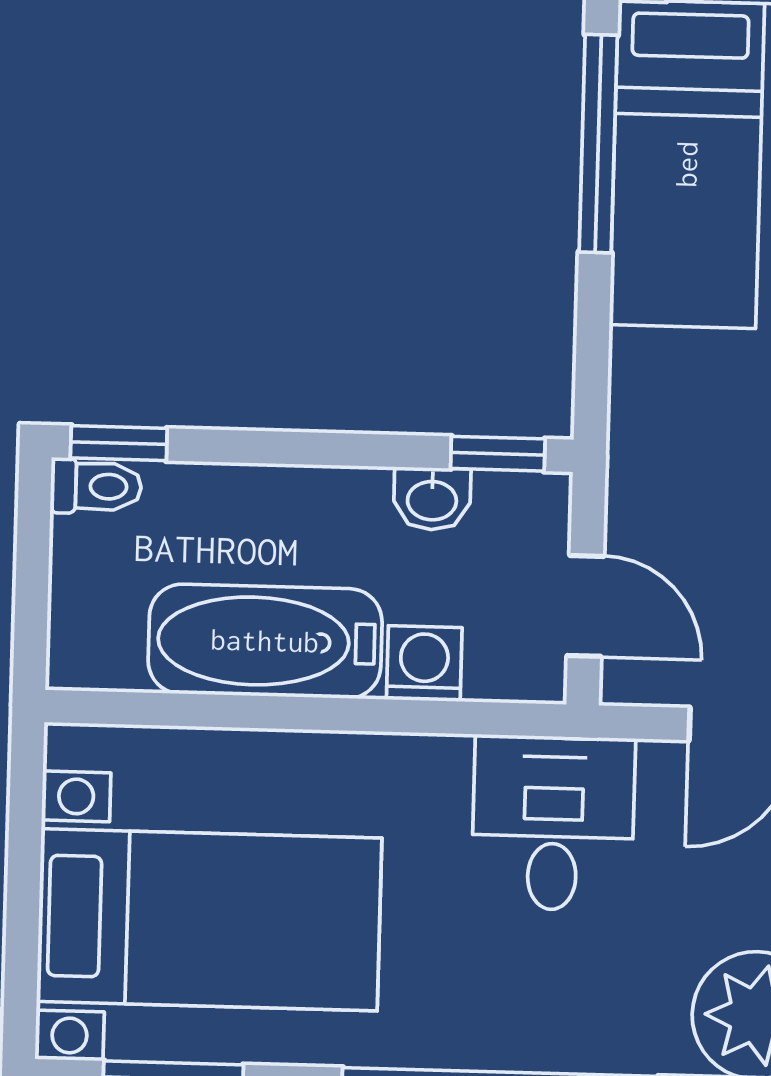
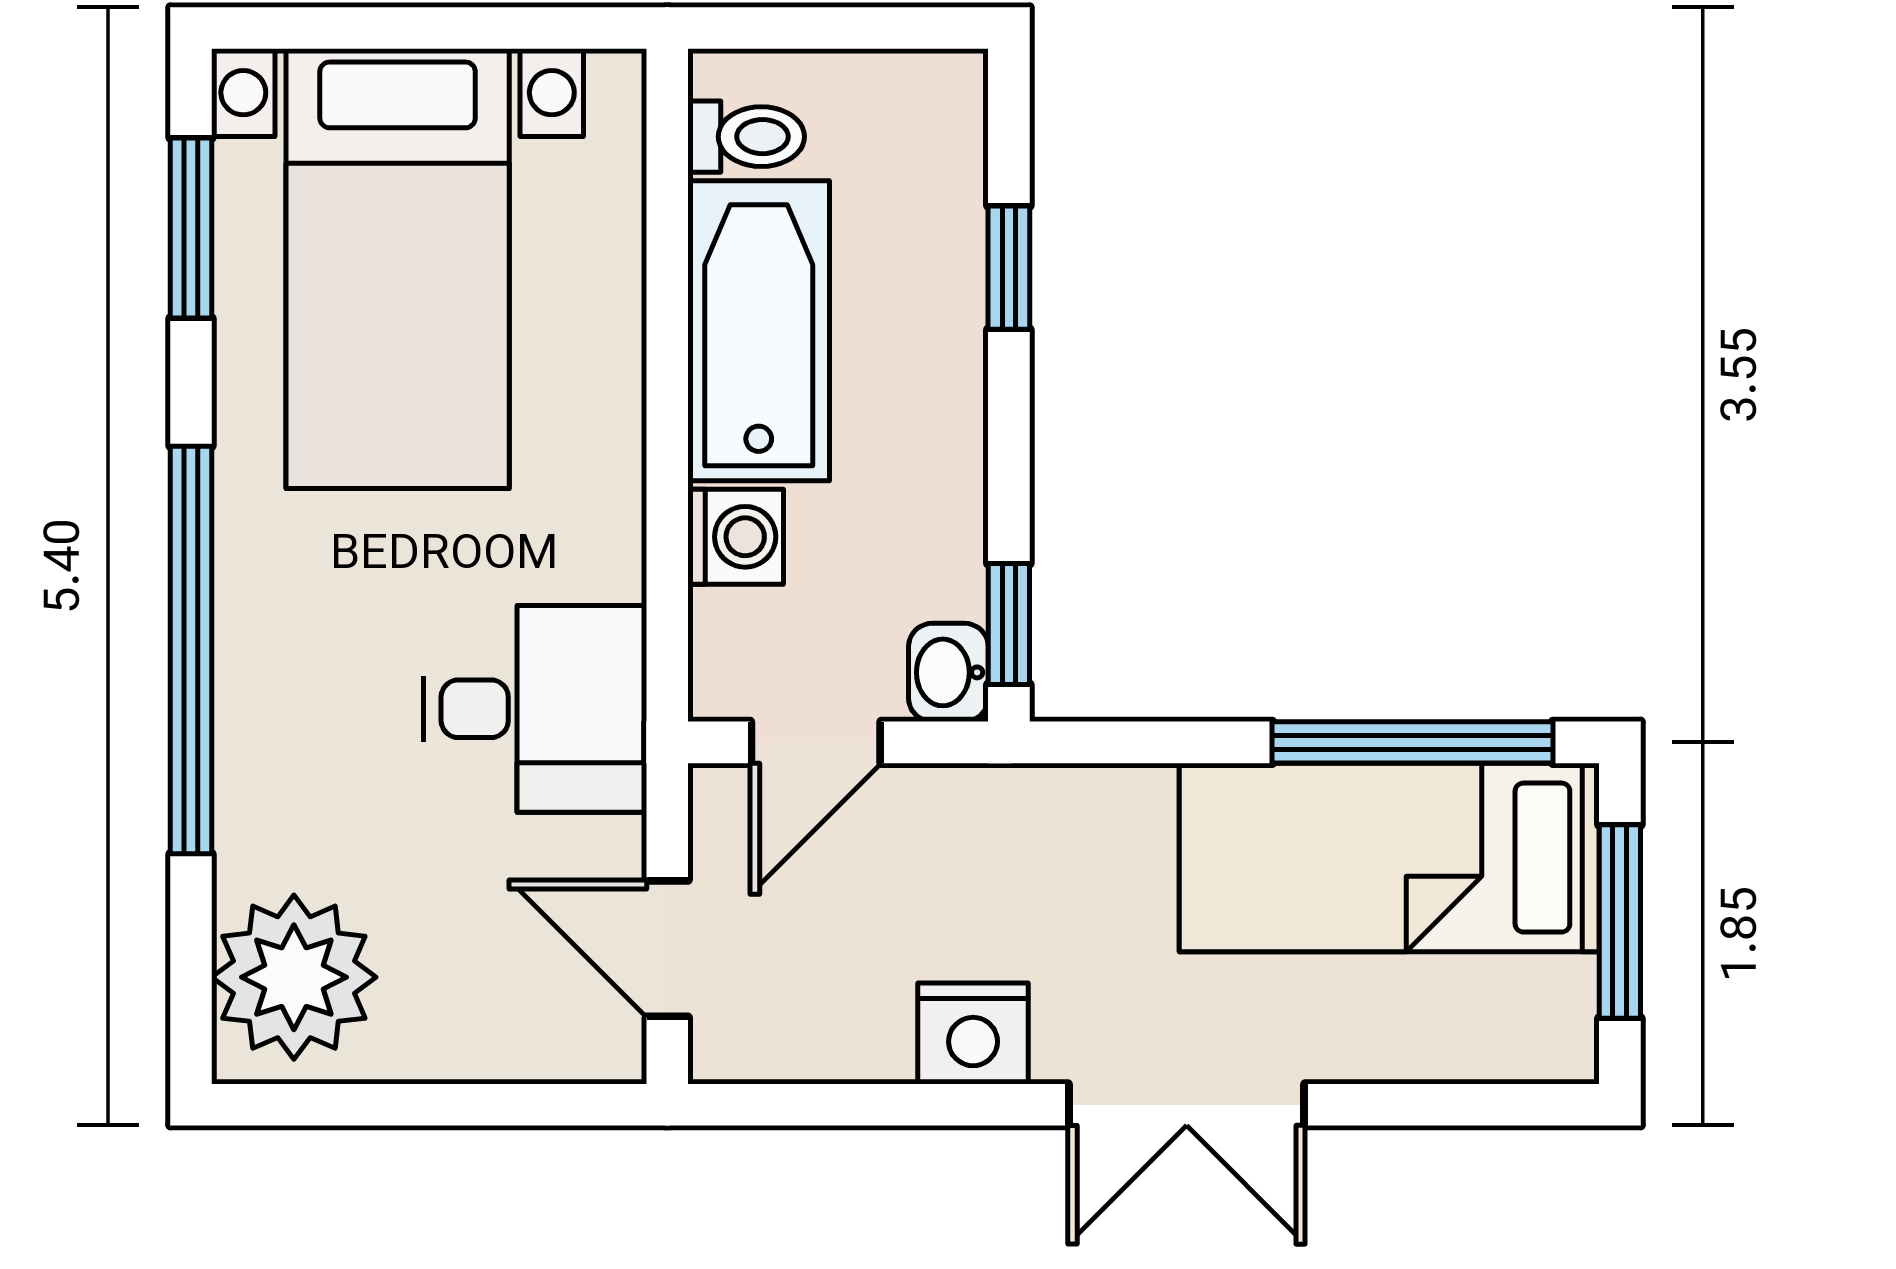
window: (119, 443) -> (1009, 268), moved
toilet: (96, 486) -> (746, 137), moved, turned -90
washbasin: (432, 499) -> (948, 672), moved

